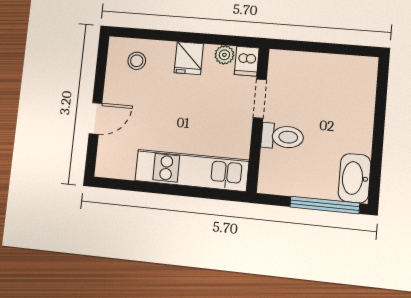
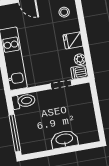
toilet: (282, 137) -> (23, 101), moved, turned -90
washbasin: (355, 178) -> (64, 139), moved

